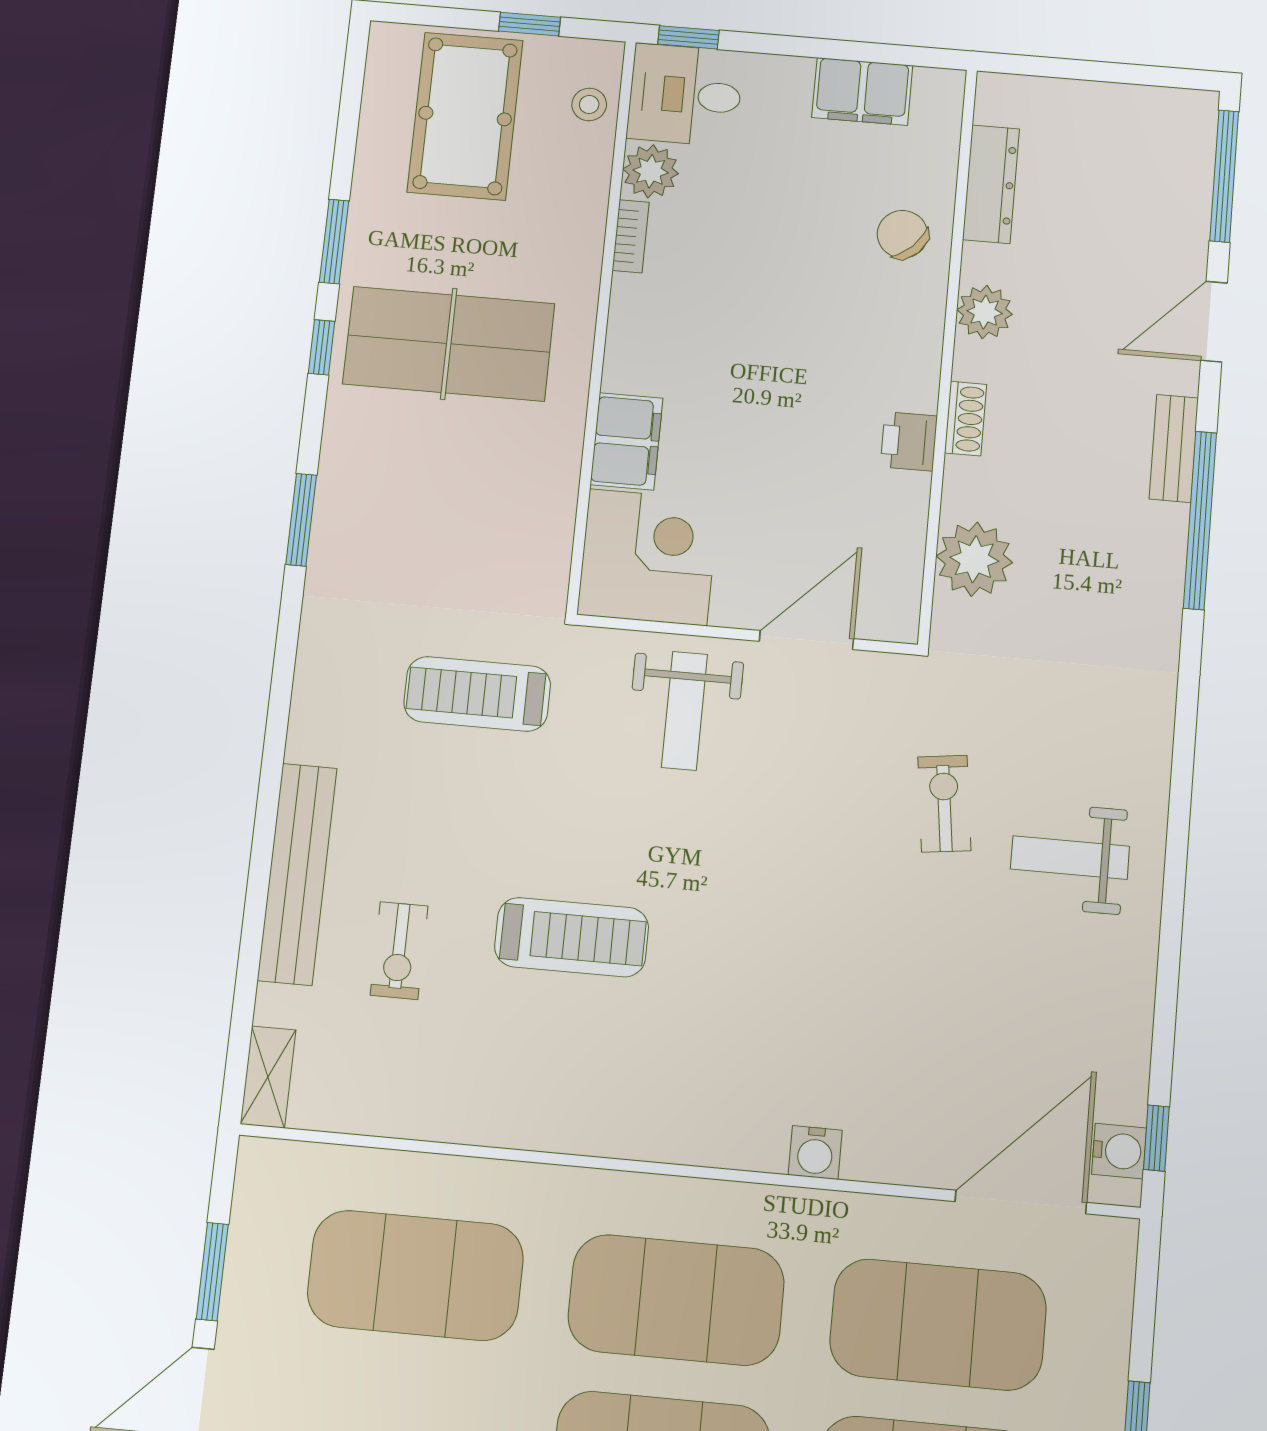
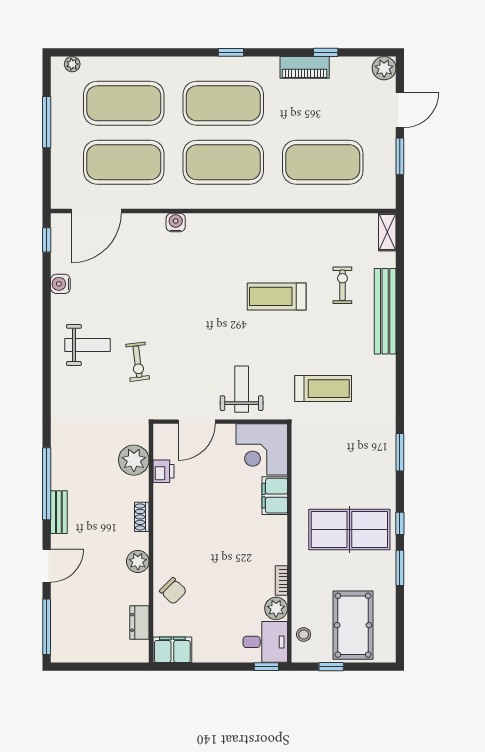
filing cabinet: (862, 91) -> (172, 650), moved
dresser: (991, 184) -> (139, 622), width x0.70
printer: (909, 441) -> (163, 471), moved
water cooler: (1119, 1151) -> (60, 284), moved

